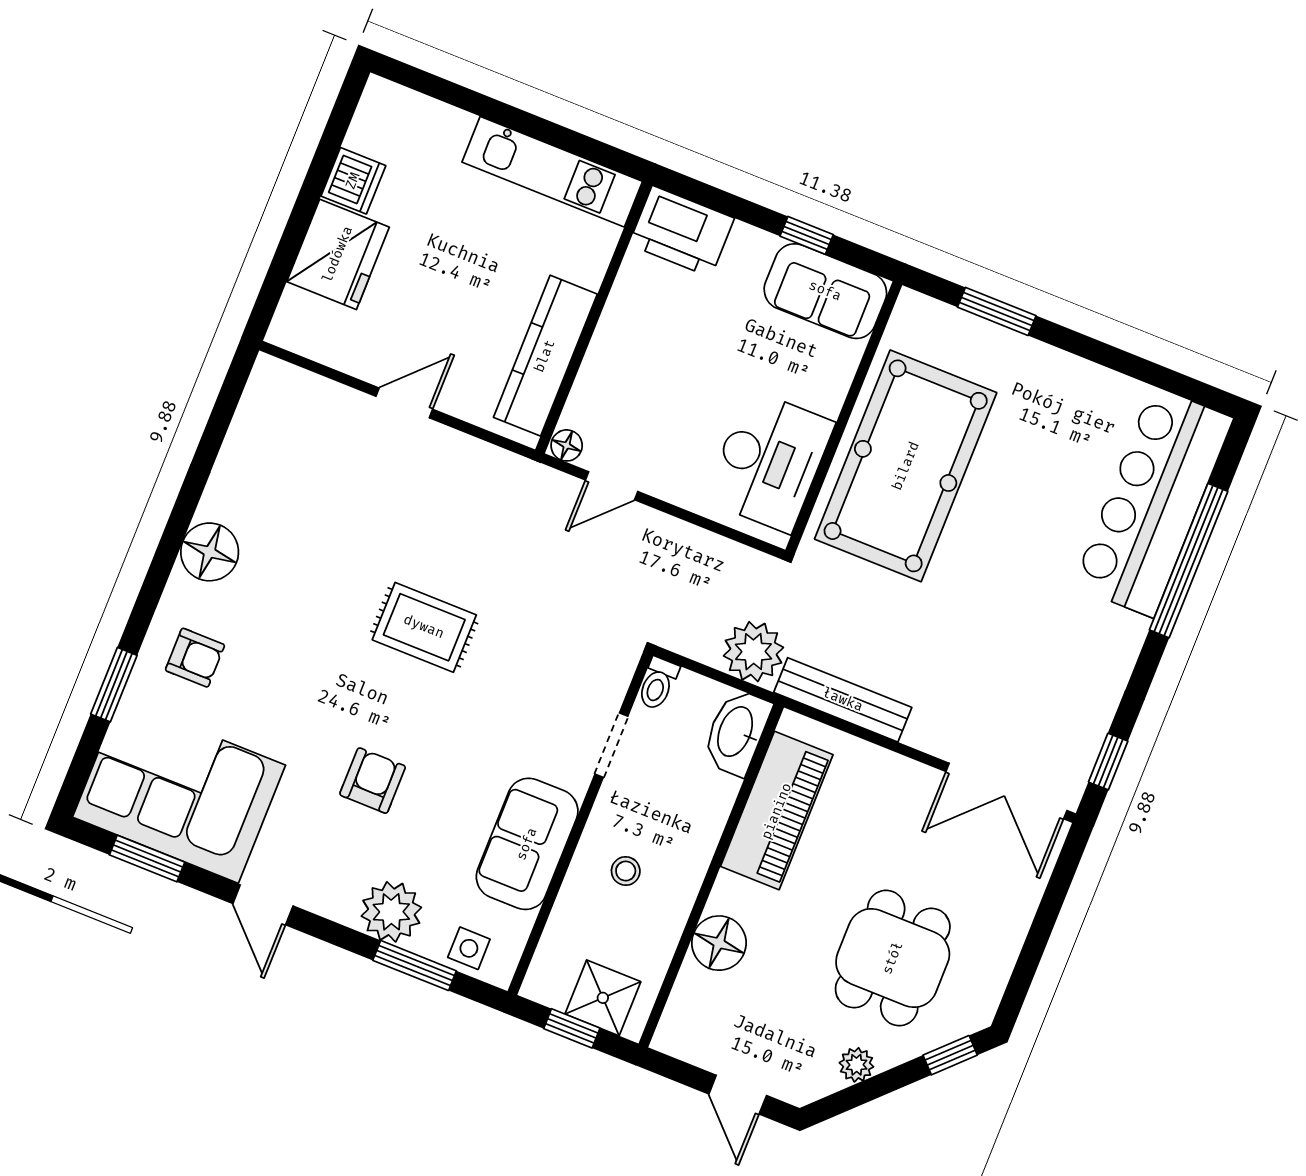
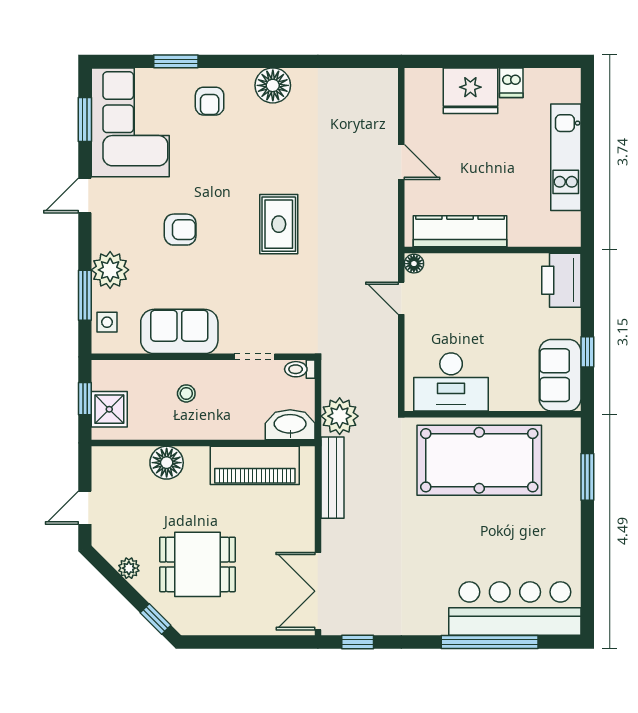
kitchen unit: (552, 172) -> (566, 157), moved
dishwasher: (353, 181) -> (511, 83), width x0.73

